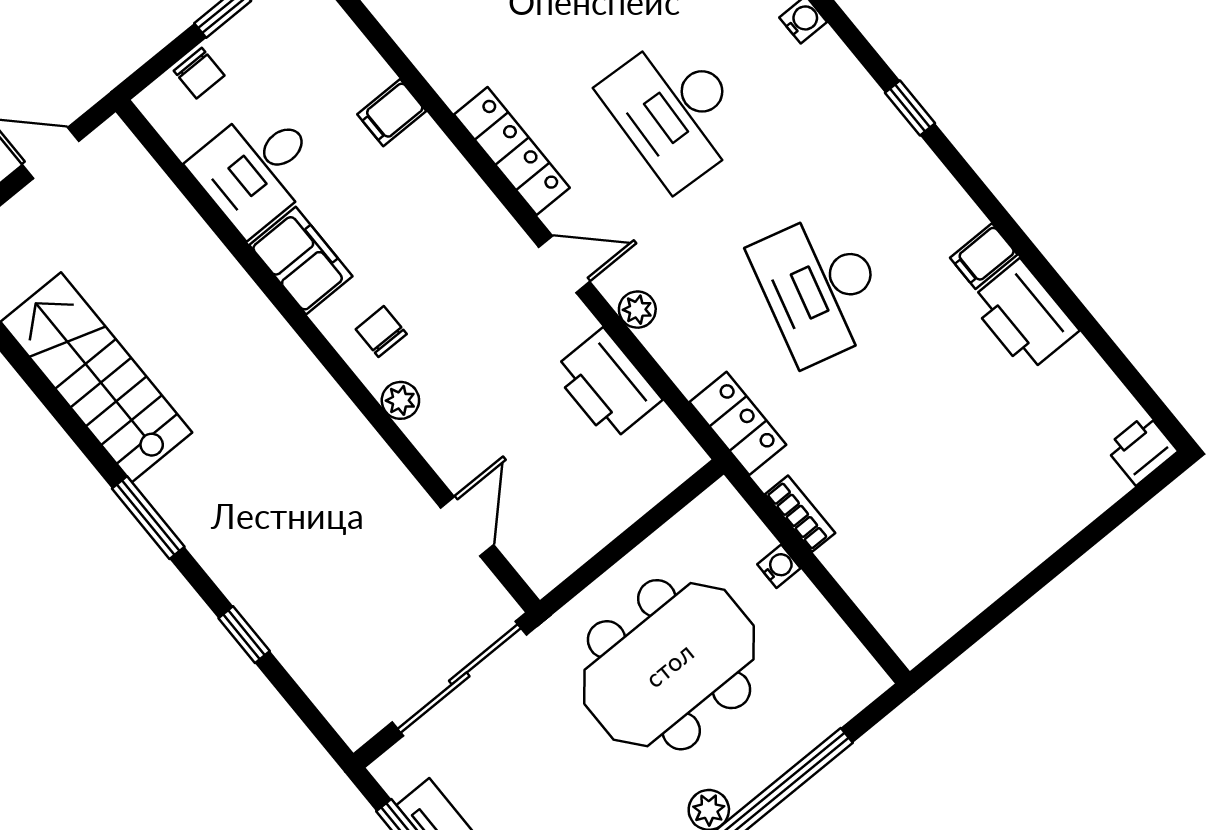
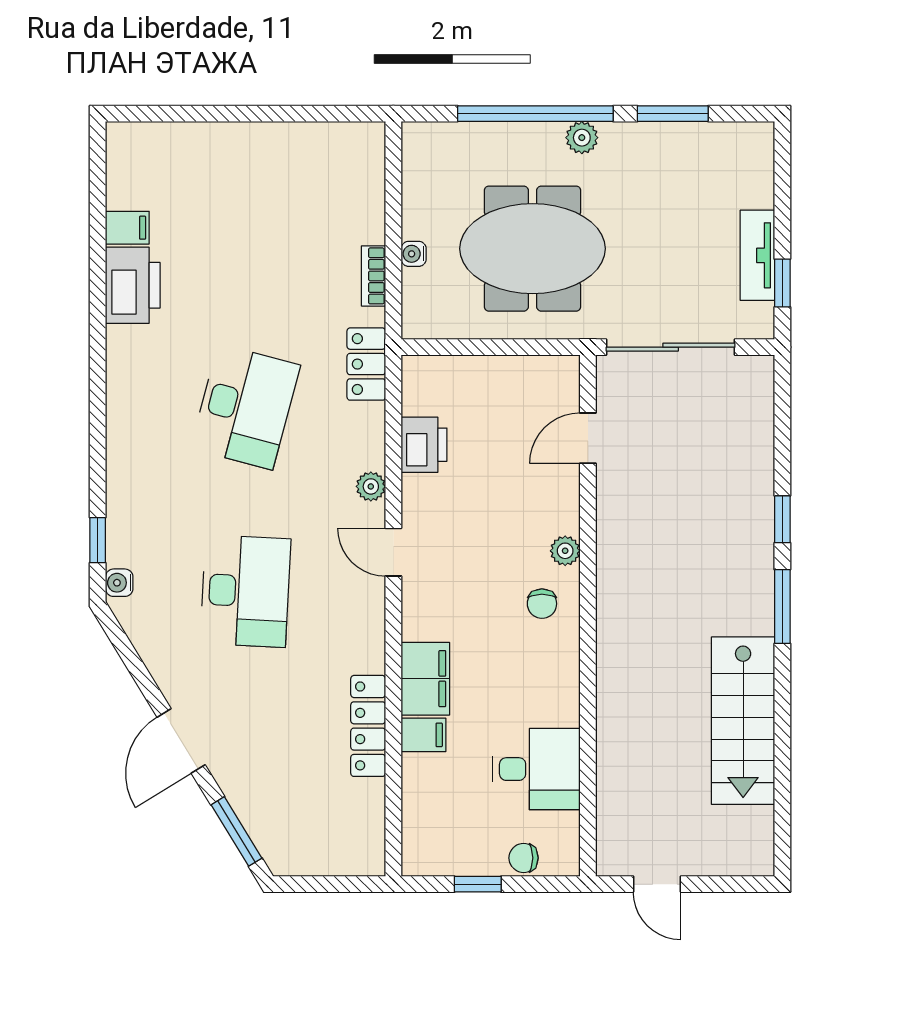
chair: (199, 73) -> (524, 858), turned -90
window: (910, 108) -> (98, 540), moved
locker: (512, 151) -> (368, 726), moved
filing cabinet: (984, 256) -> (127, 228), moved
filing cabinet: (301, 261) -> (425, 679), moved, turned 180
printer: (607, 385) -> (424, 445), width x0.73, depth x0.84
printer: (1141, 449) -> (128, 142), removed
window: (244, 635) -> (782, 519), moved

